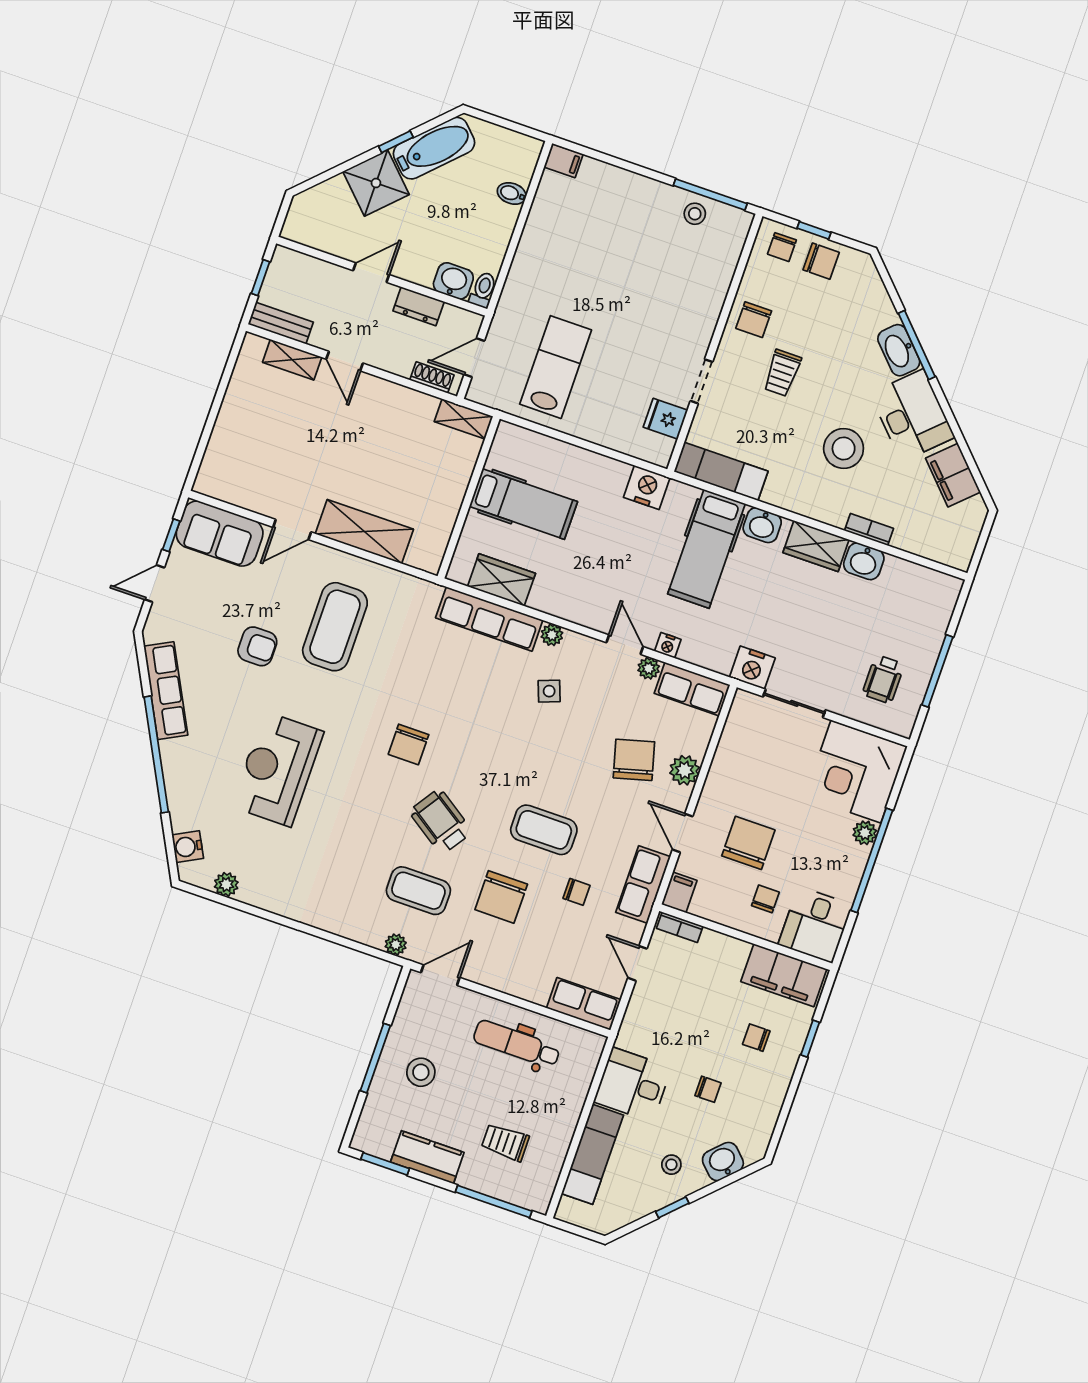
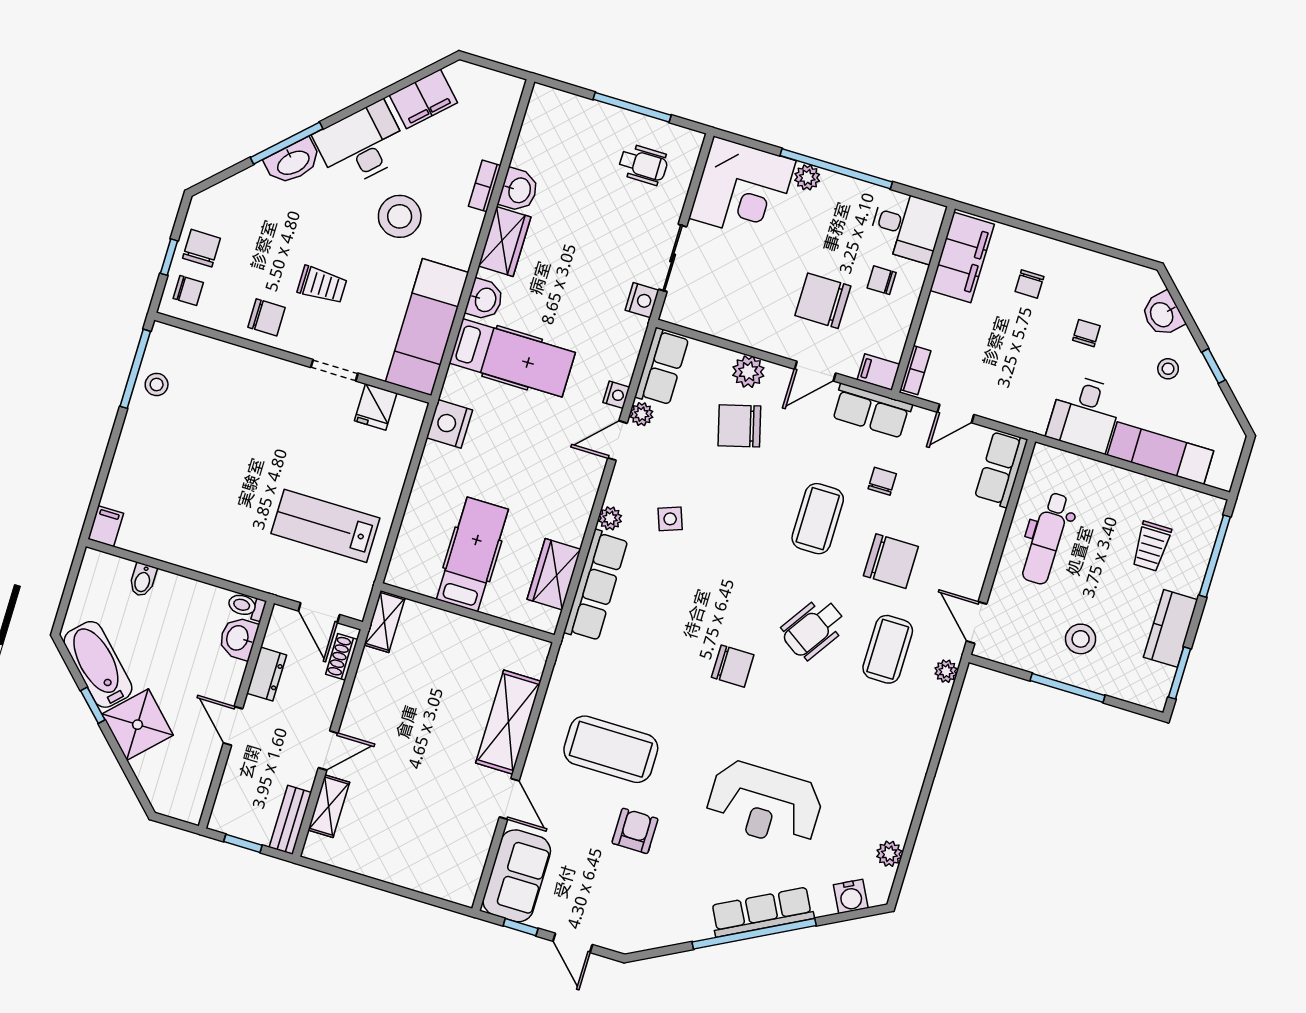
exam couch: (721, 471) -> (427, 327), width x1.36, depth x1.45
nightstand: (752, 668) -> (642, 300), width x0.74, depth x0.75
row of seats: (166, 691) -> (762, 912), moved
window: (810, 1039) -> (1028, 227), removed

